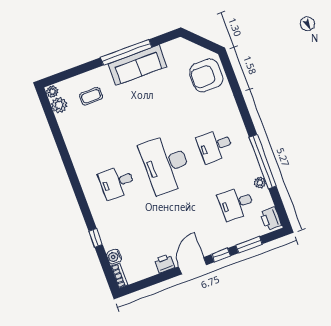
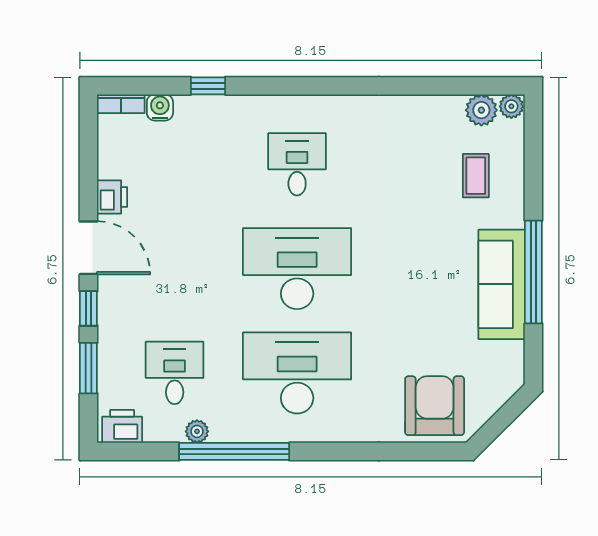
desk: (215, 146) -> (297, 373), width x1.87, depth x1.30

